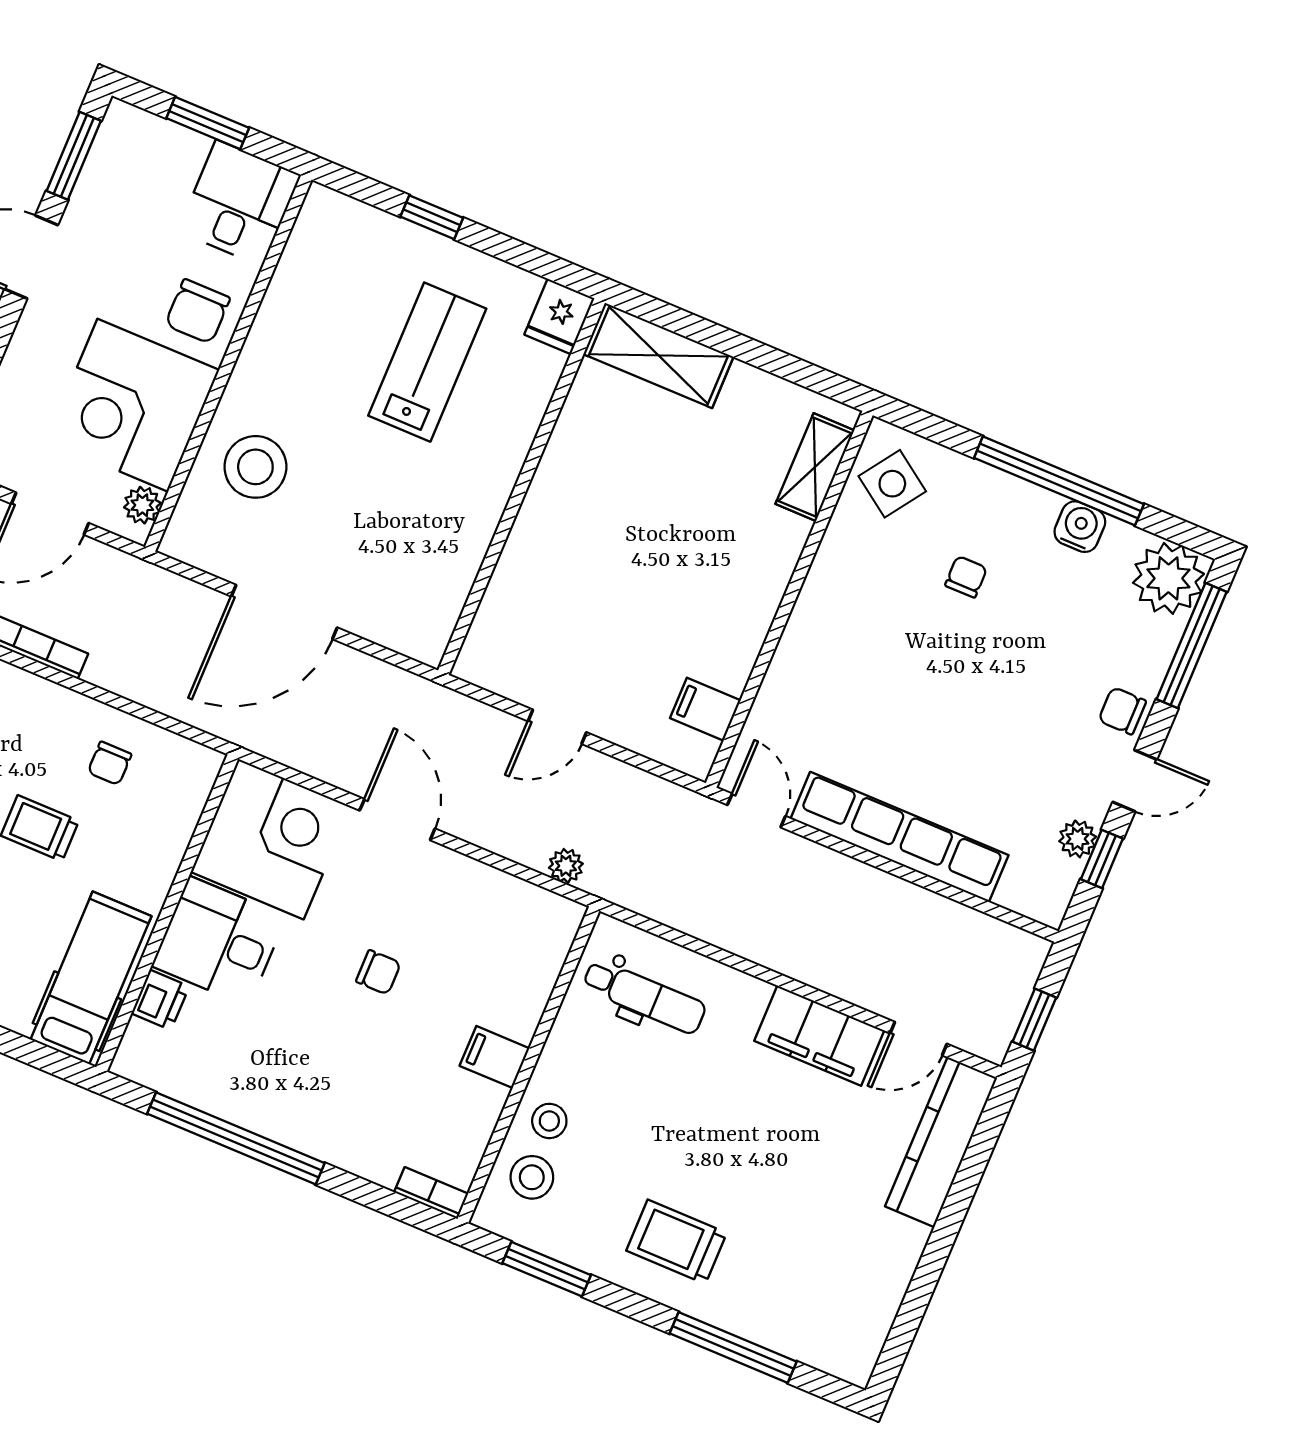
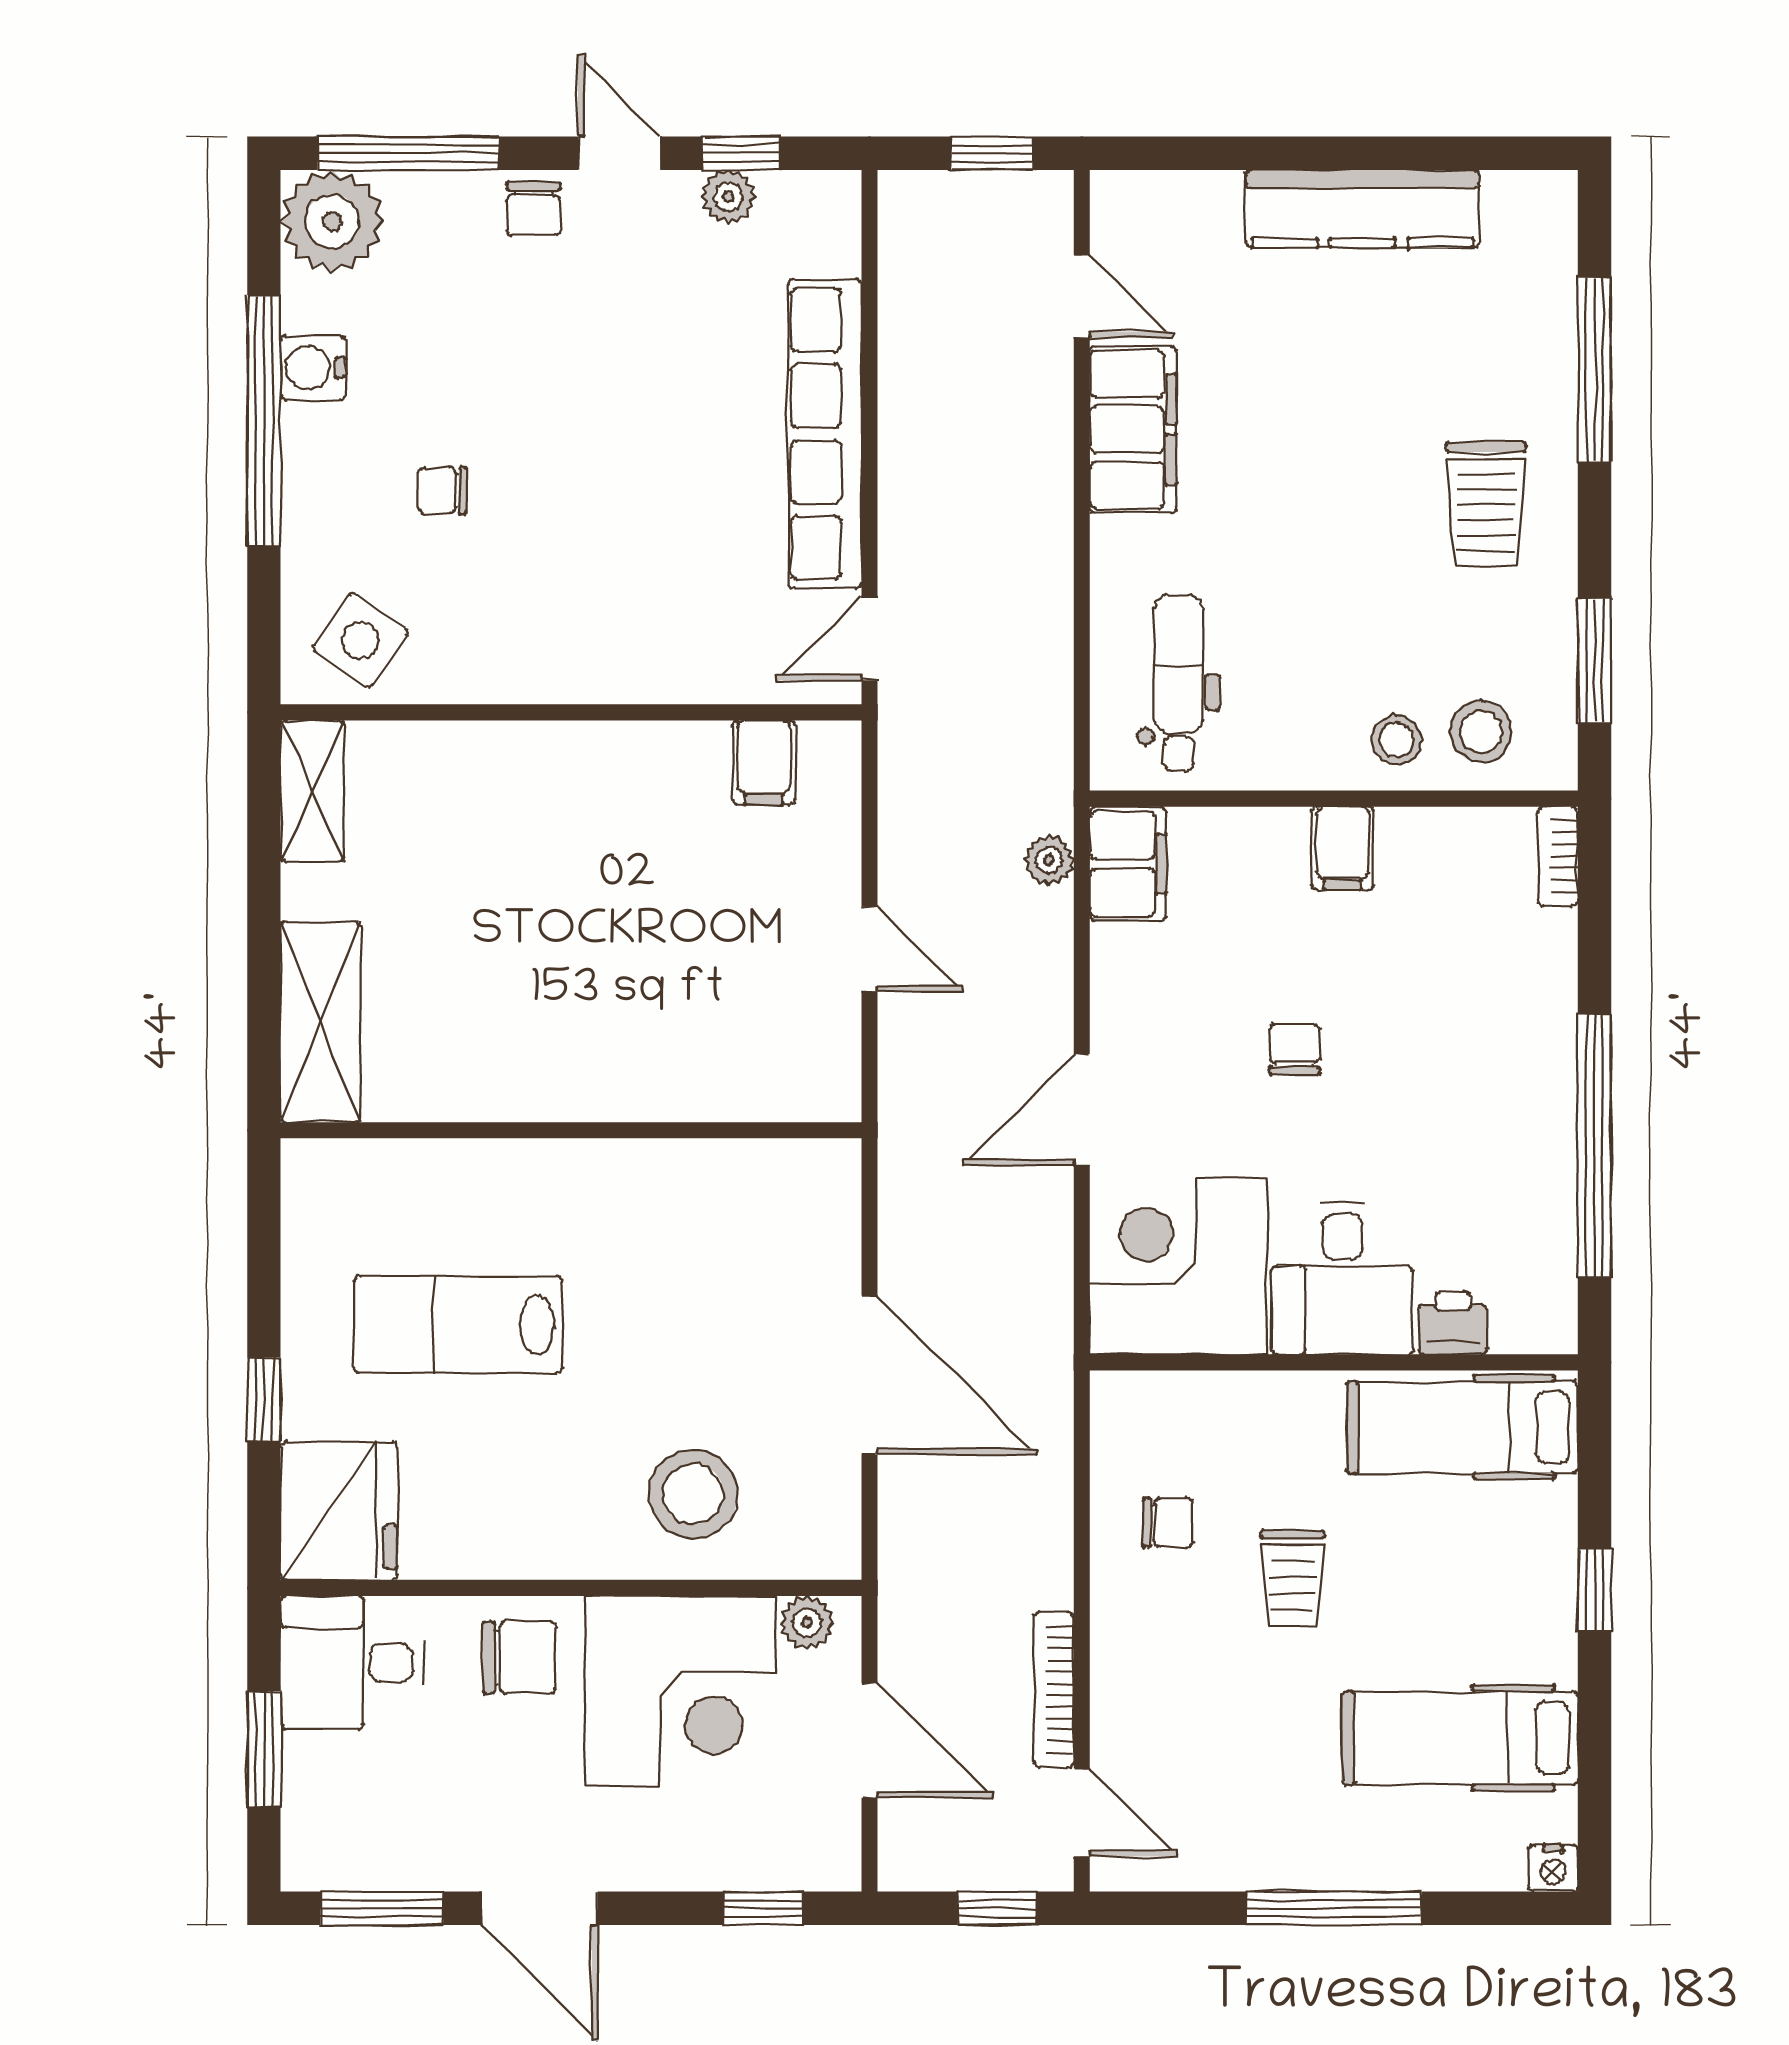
fridge: (559, 316) -> (339, 1511), moved, width x1.88, depth x1.34
shelving: (815, 467) -> (312, 791), moved, turned 90
filing cabinet: (542, 915) -> (1128, 864), added
kitchen counter: (941, 1142) -> (1363, 209), moved

